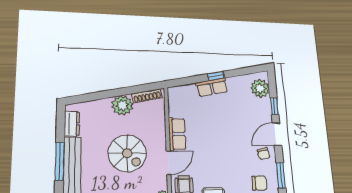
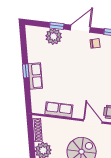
plant: (260, 88) -> (54, 37), moved
row of seats: (177, 134) -> (59, 110), moved
door: (277, 134) -> (80, 29), swing flipped

